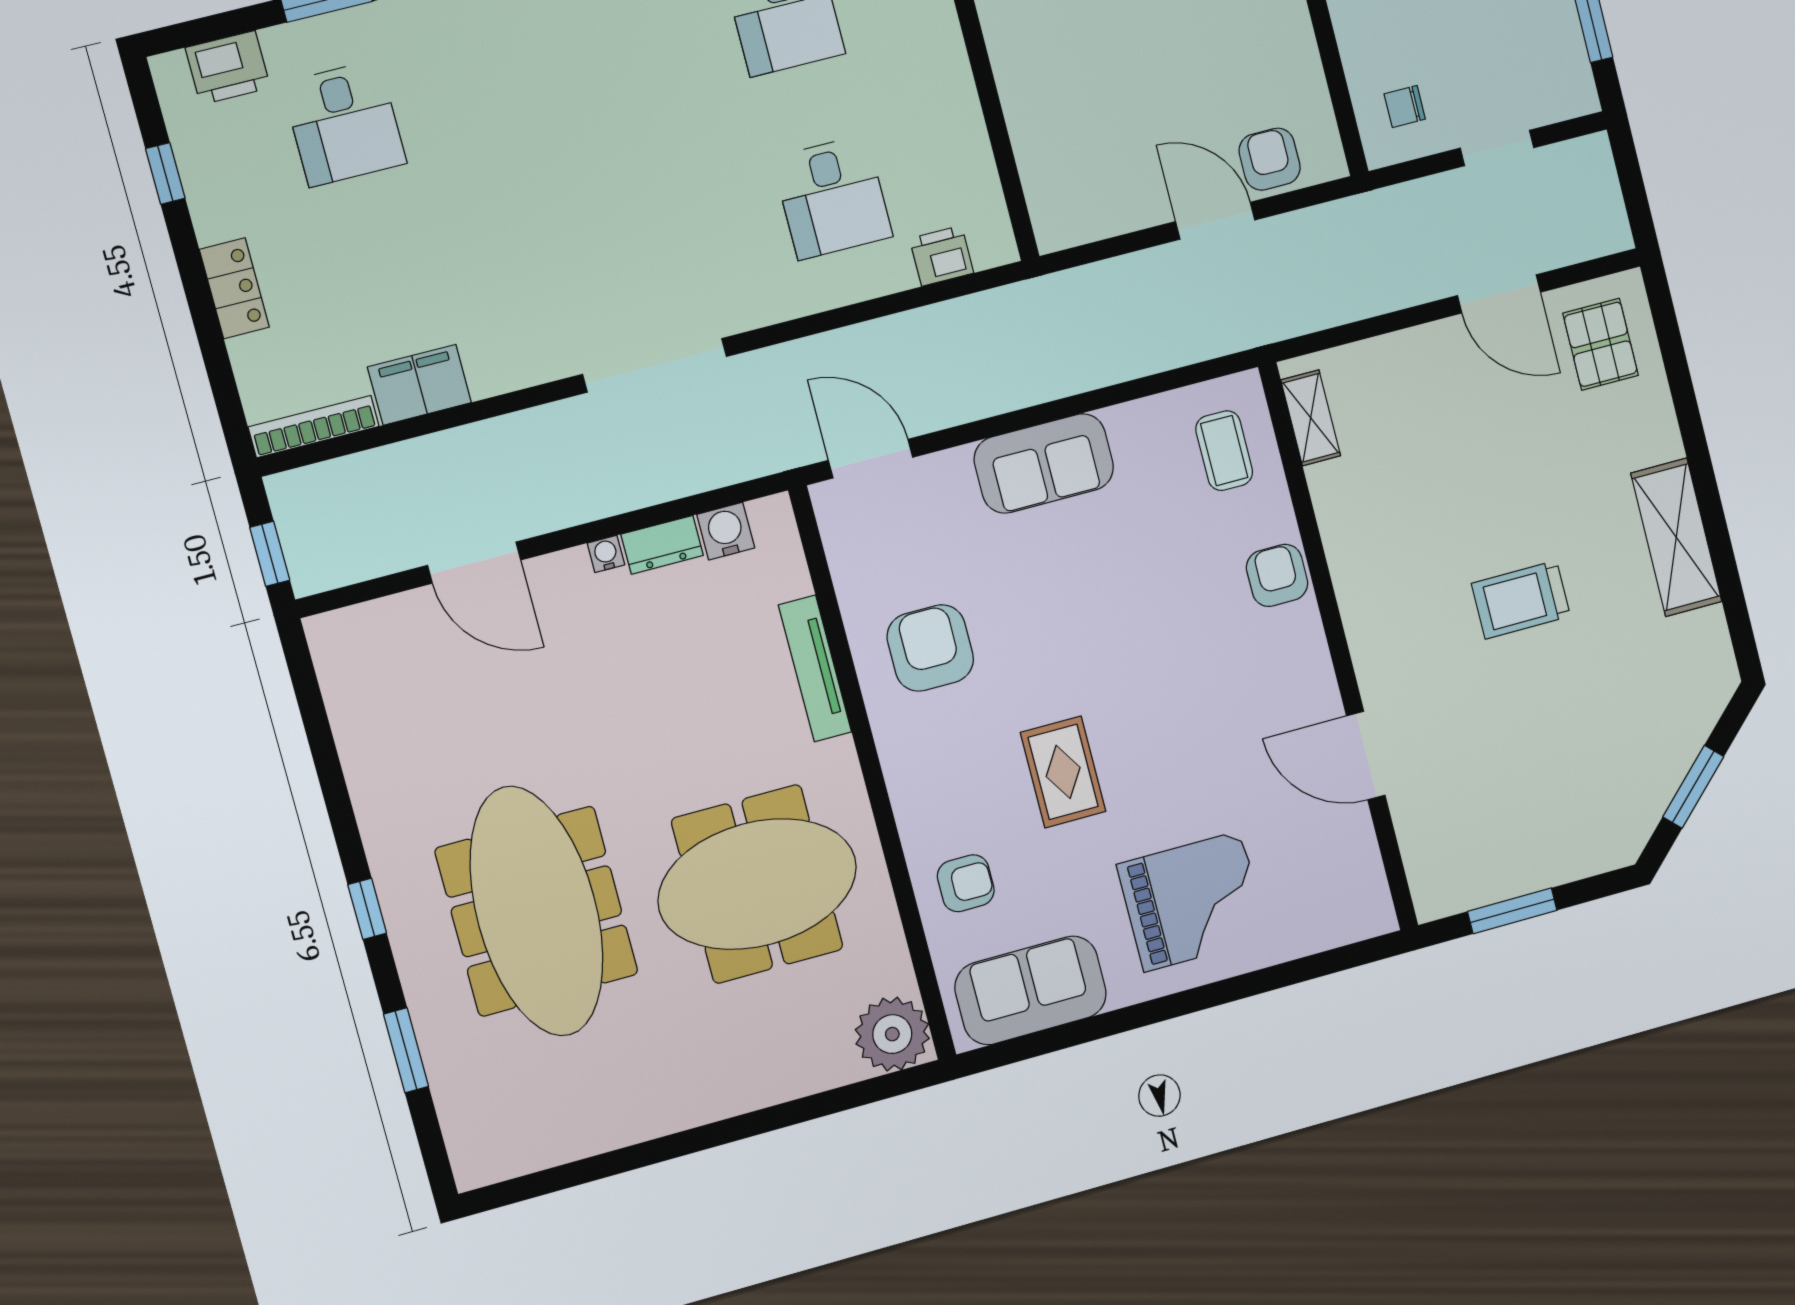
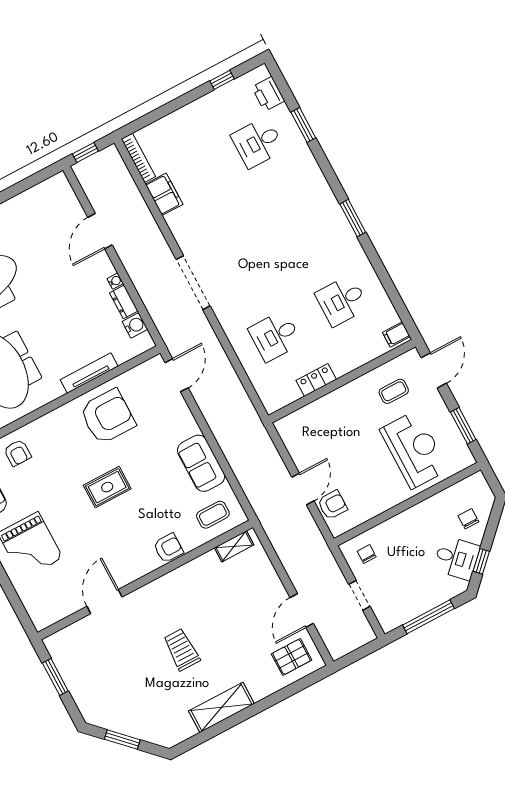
printer: (942, 256) -> (263, 384), removed
locker: (234, 288) -> (316, 380), moved, turned 180
sofa: (1044, 463) -> (201, 463), moved
armchair: (930, 648) -> (108, 416), width x1.36, depth x1.36
rug: (1063, 772) -> (107, 487), moved

